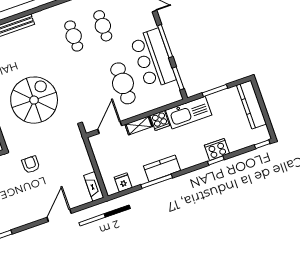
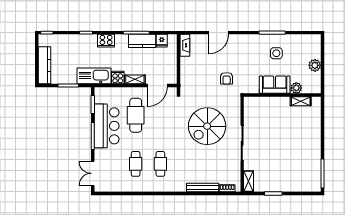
cooker: (217, 149) -> (106, 41), moved
kitchen counter: (162, 168) -> (142, 41), moved

